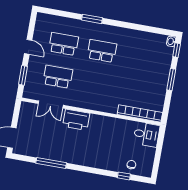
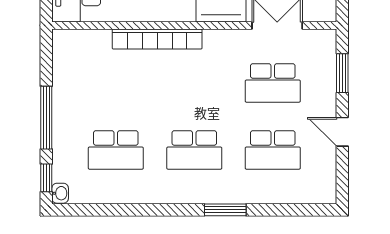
school desk: (140, 58) -> (116, 150), added
window: (171, 79) -> (46, 118), width x1.44
bookcase: (140, 113) -> (157, 39), moved

